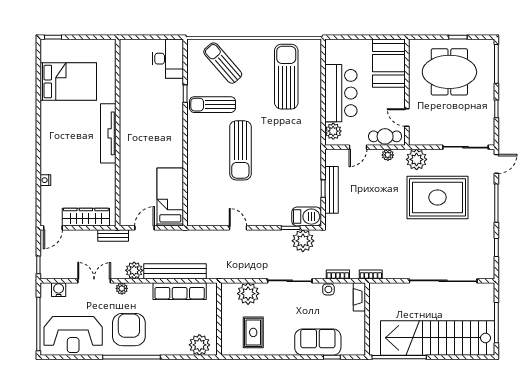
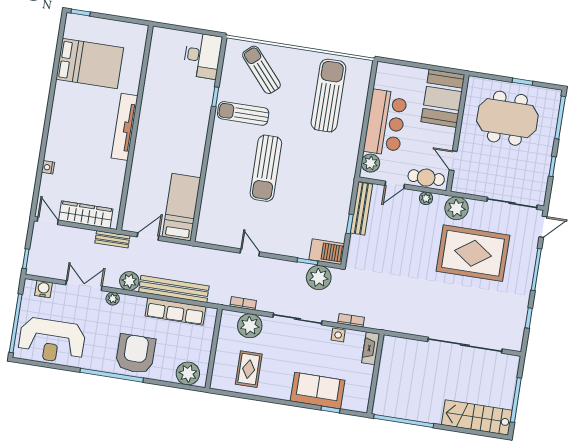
bench: (332, 190) -> (361, 209), moved
door: (53, 228) -> (48, 221), swing flipped
bookcase: (371, 274) -> (243, 303), moved
armchair: (129, 330) -> (136, 354), moved
stairs: (438, 338) -> (477, 418), width x0.54, depth x0.66

